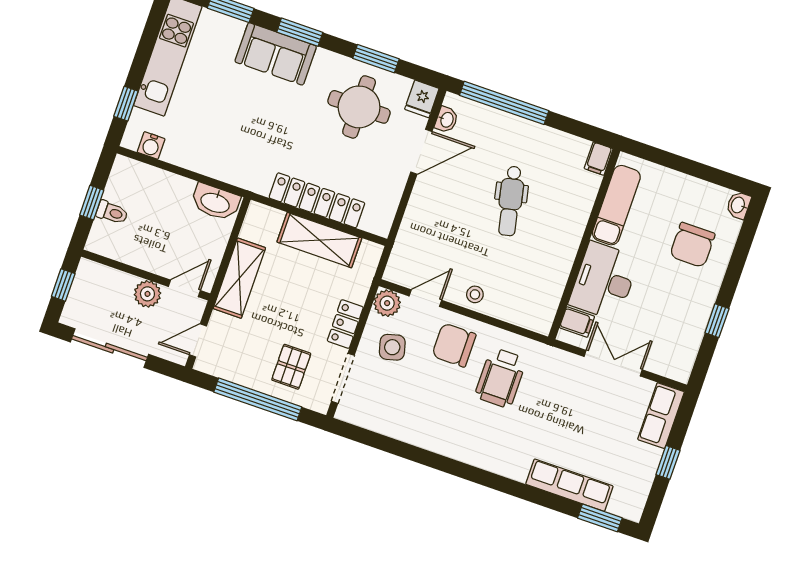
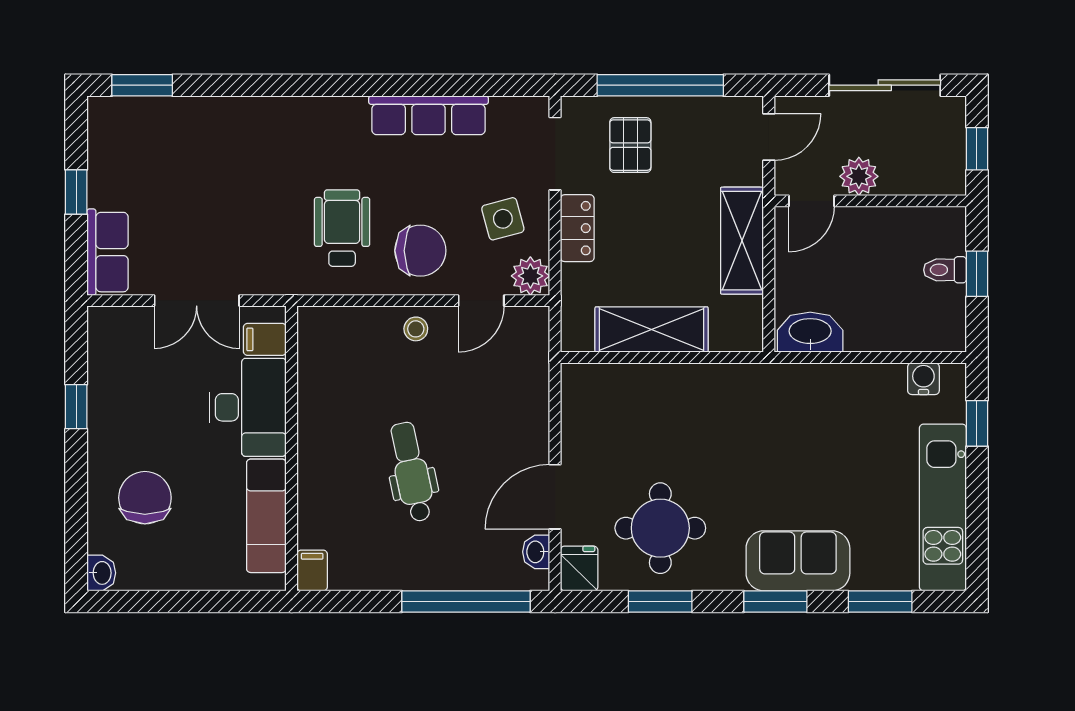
locker: (317, 200) -> (673, 382), removed
row of seats: (569, 485) -> (428, 115), moved

